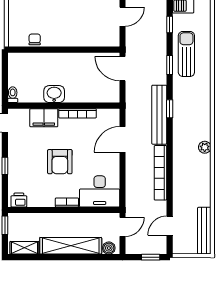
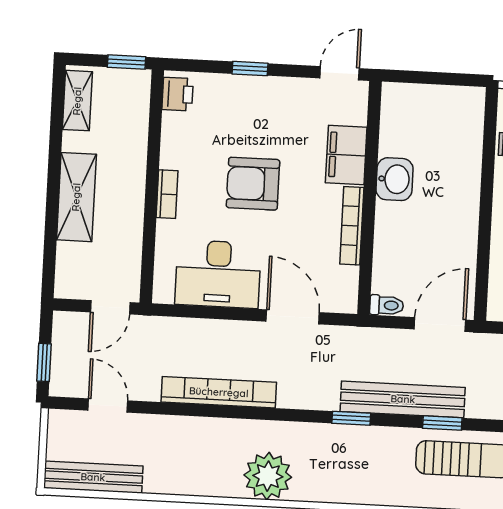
toilet: (13, 95) -> (387, 305), moved
bench: (159, 115) -> (403, 399), moved
plant: (205, 147) -> (268, 476), width x1.87, depth x1.87
desk: (100, 191) -> (218, 274), moved, turned -90
door: (123, 227) -> (110, 307), hinge flipped
shelving: (71, 246) -> (76, 197), width x0.68
boiler: (109, 248) -> (68, 276), removed

